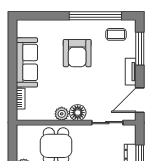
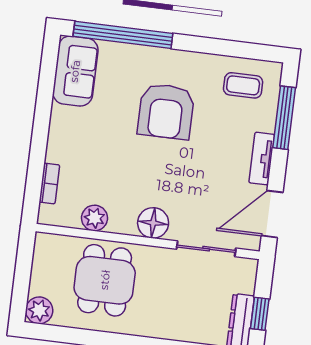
window: (95, 16) -> (123, 35), moved
sofa: (27, 62) -> (75, 71), moved, width x0.73
plant: (62, 114) -> (94, 218), moved

